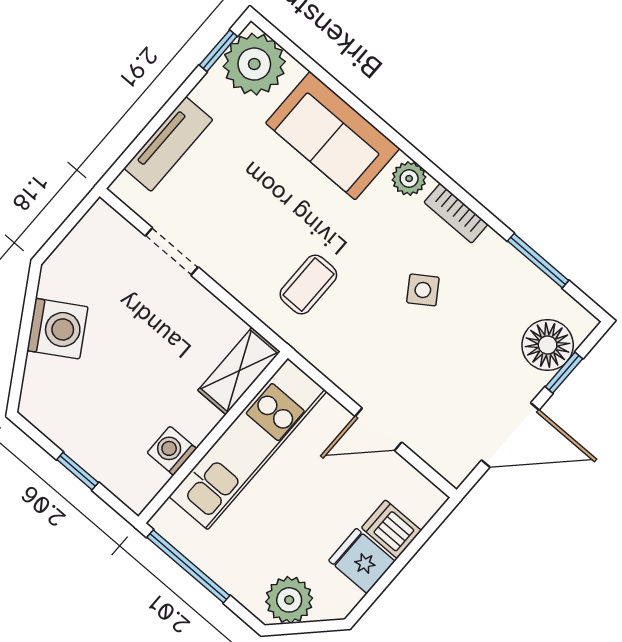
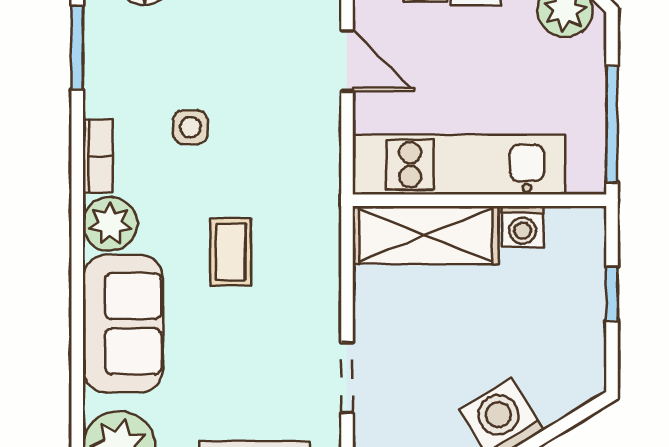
plant: (409, 179) -> (110, 224), width x1.38, depth x1.38
coffee table: (308, 285) -> (231, 252), moved, turned 90
side table: (423, 290) -> (190, 127), turned 34
shelving: (239, 371) -> (425, 235), width x1.50, depth x1.33

